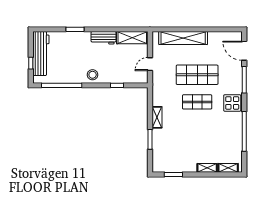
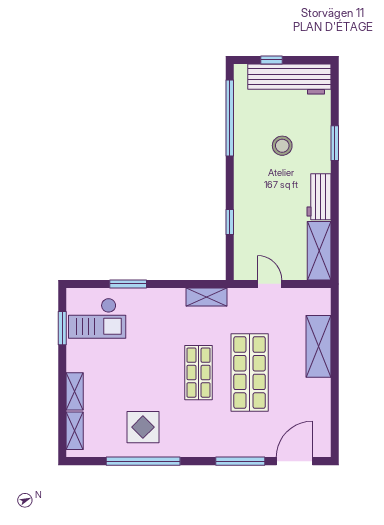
shelving: (183, 38) -> (319, 346), width x0.68
stool: (93, 75) -> (282, 146), moved
display table: (232, 103) -> (143, 427), moved
shelving: (157, 117) -> (206, 297), moved
checkout: (168, 156) -> (97, 318), added

